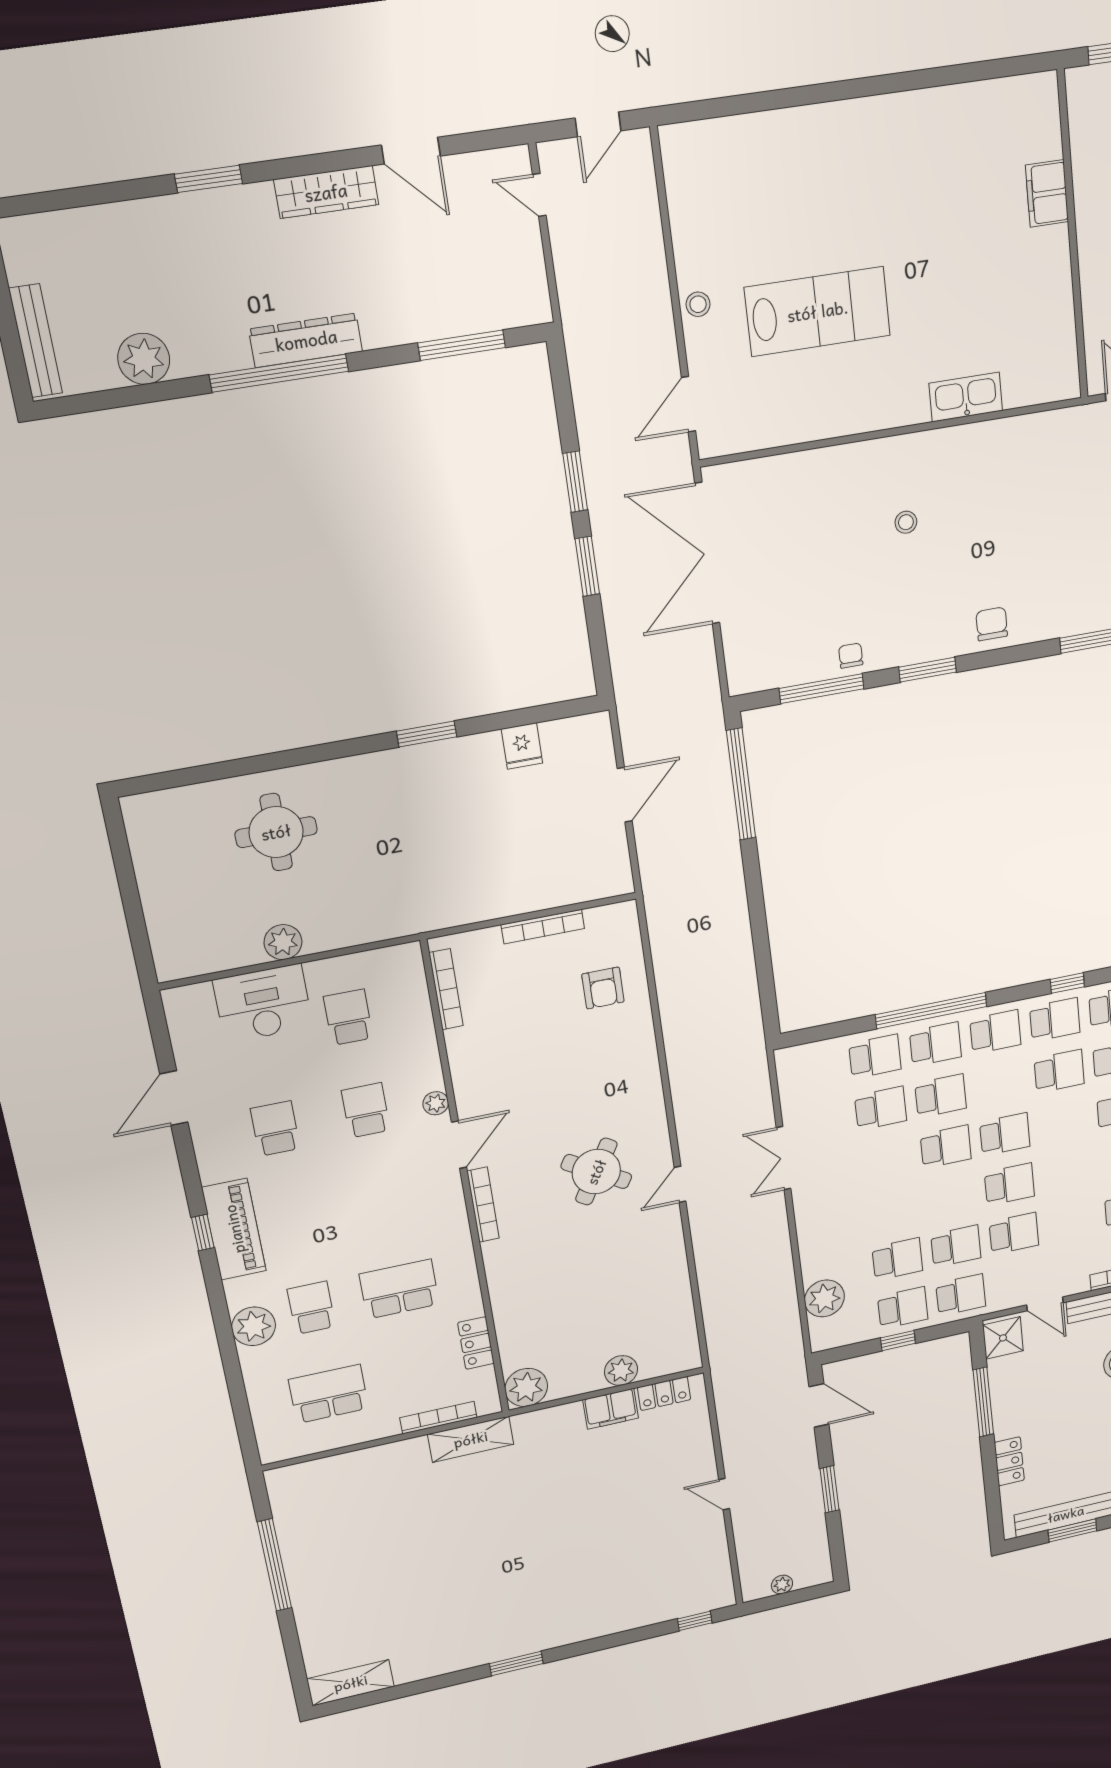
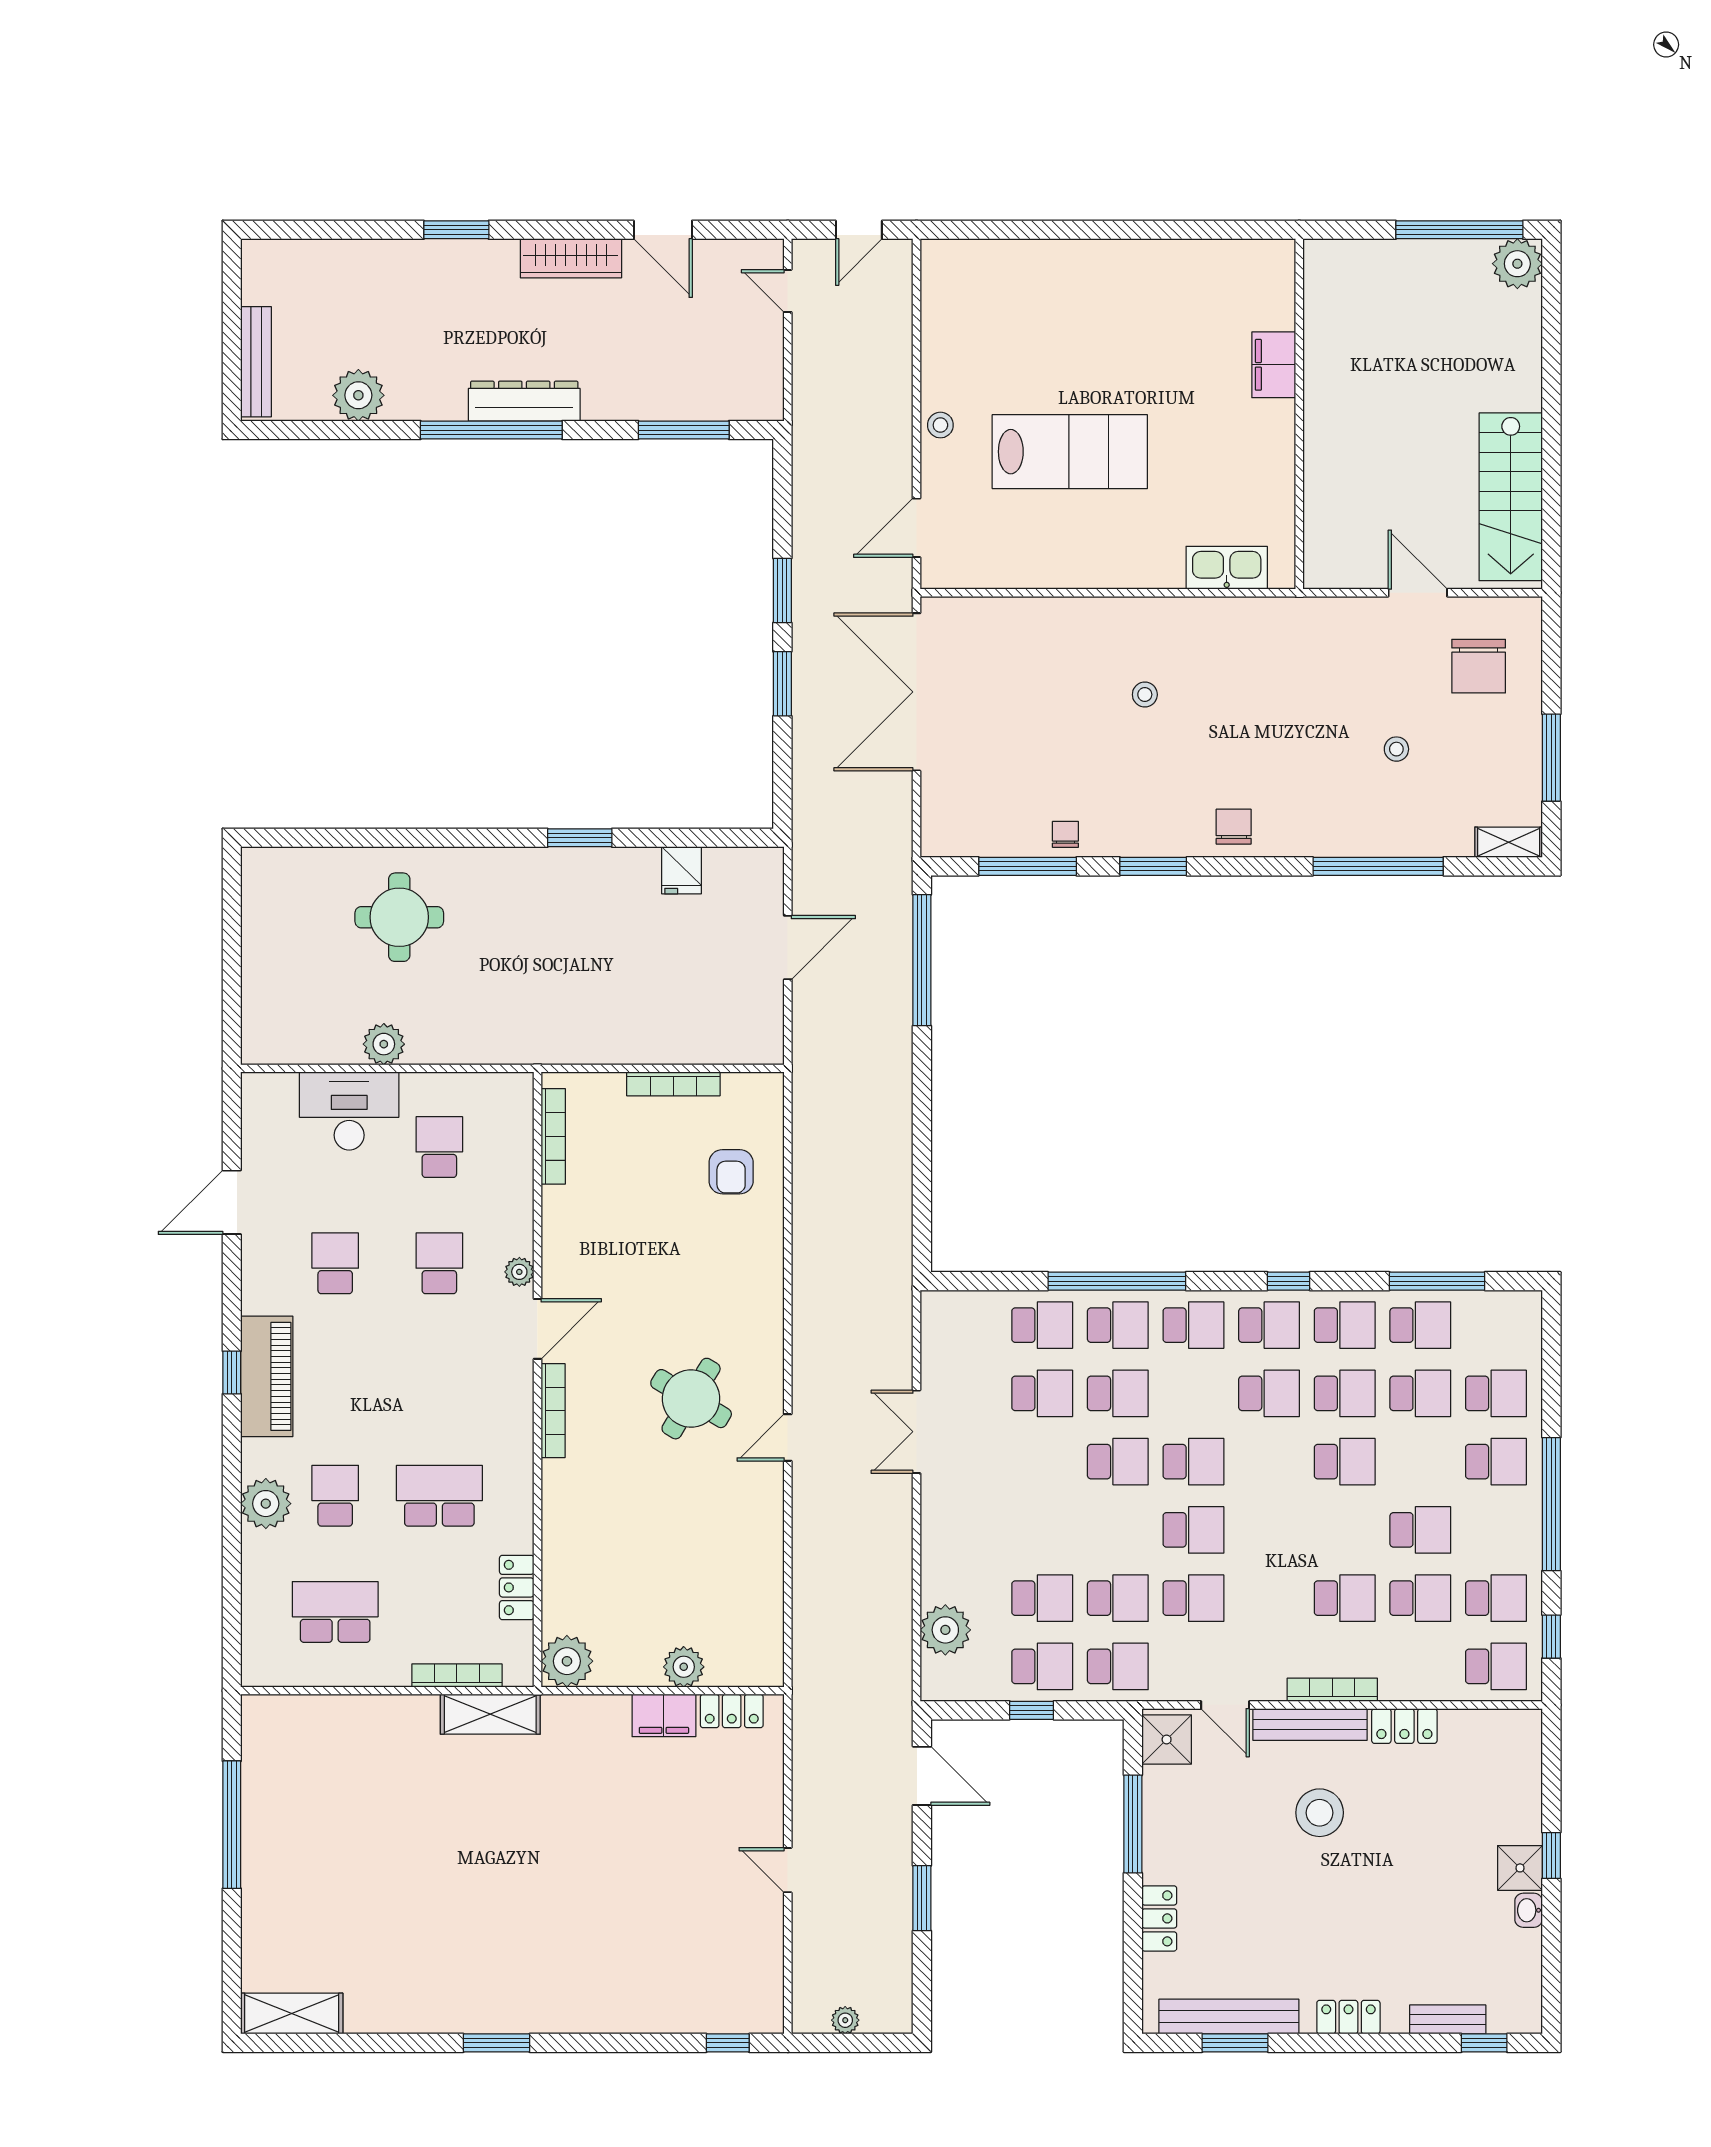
filing cabinet: (1047, 193) -> (1274, 365), moved
wall: (1073, 237) -> (1299, 414), moved

